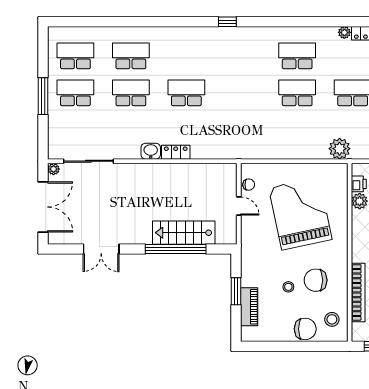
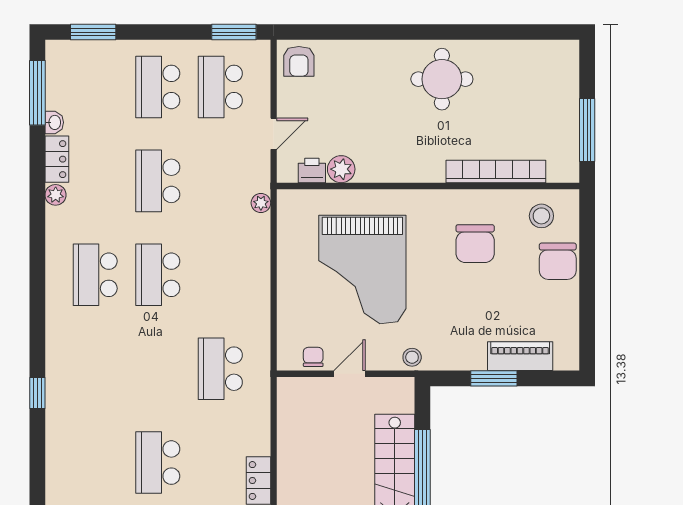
school desk: (242, 130) -> (220, 369), added
plant: (340, 149) -> (261, 203), width x0.53, depth x0.53
grand piano: (300, 214) -> (362, 269), turned -78
stool: (288, 287) -> (412, 357), moved
chair: (305, 329) -> (558, 261), turned 180

